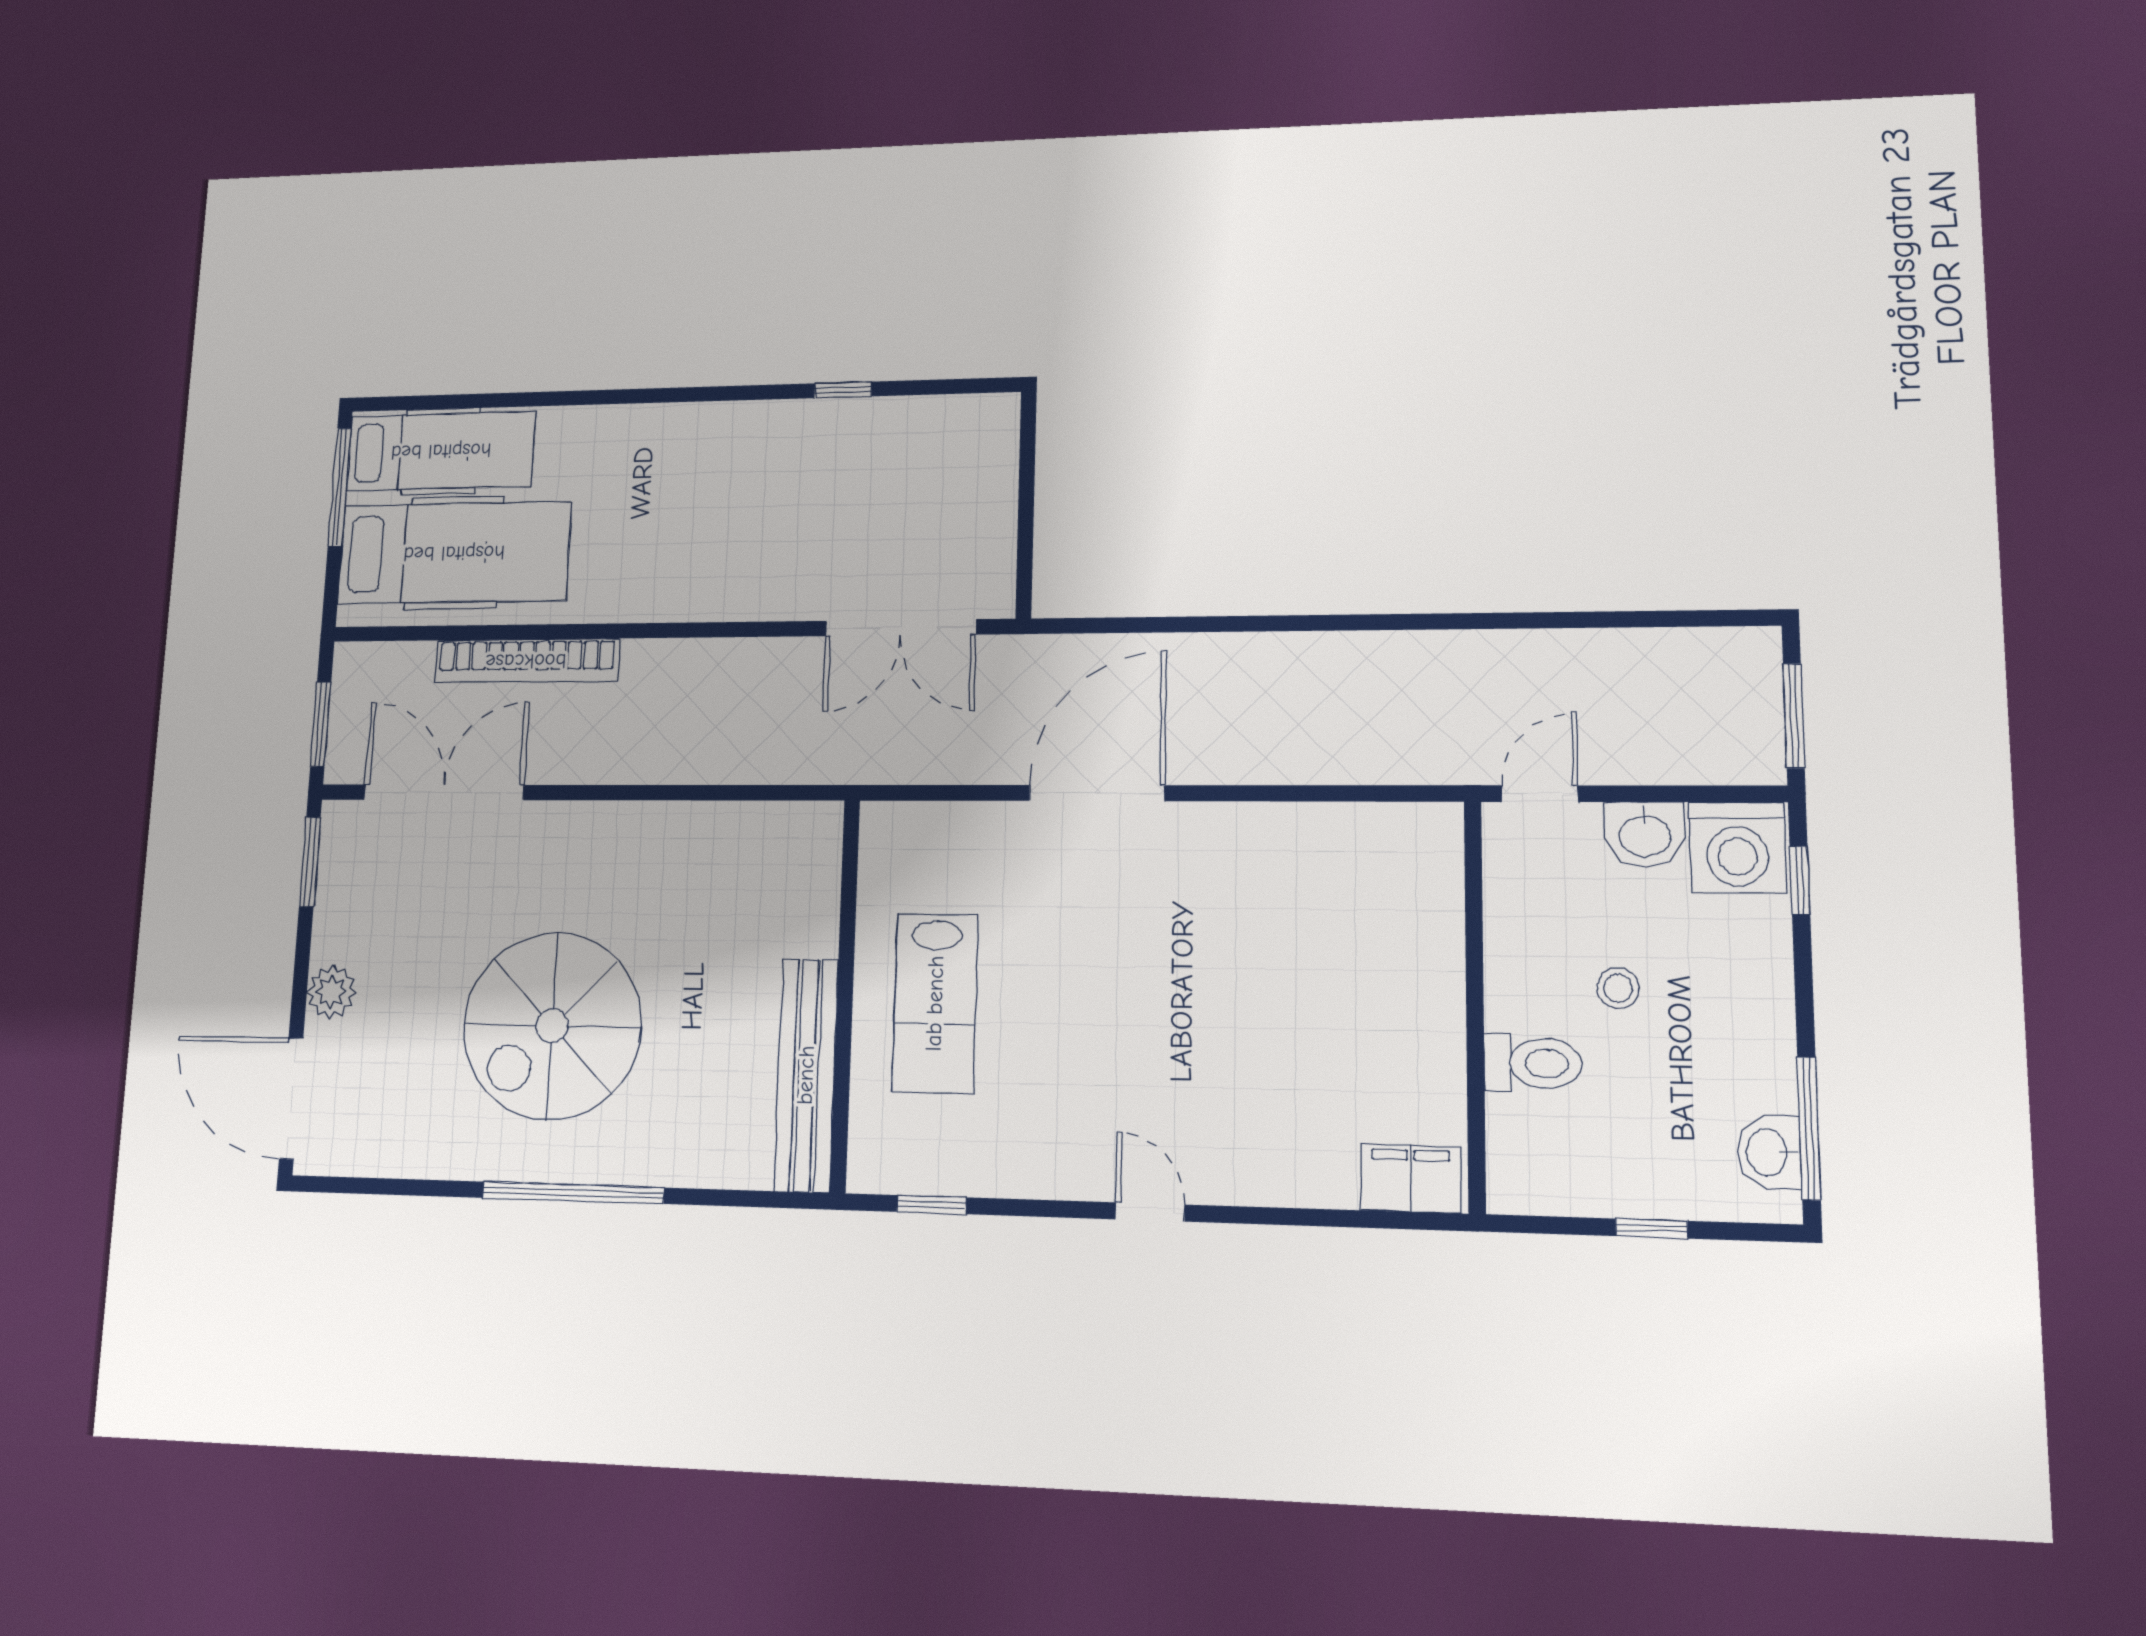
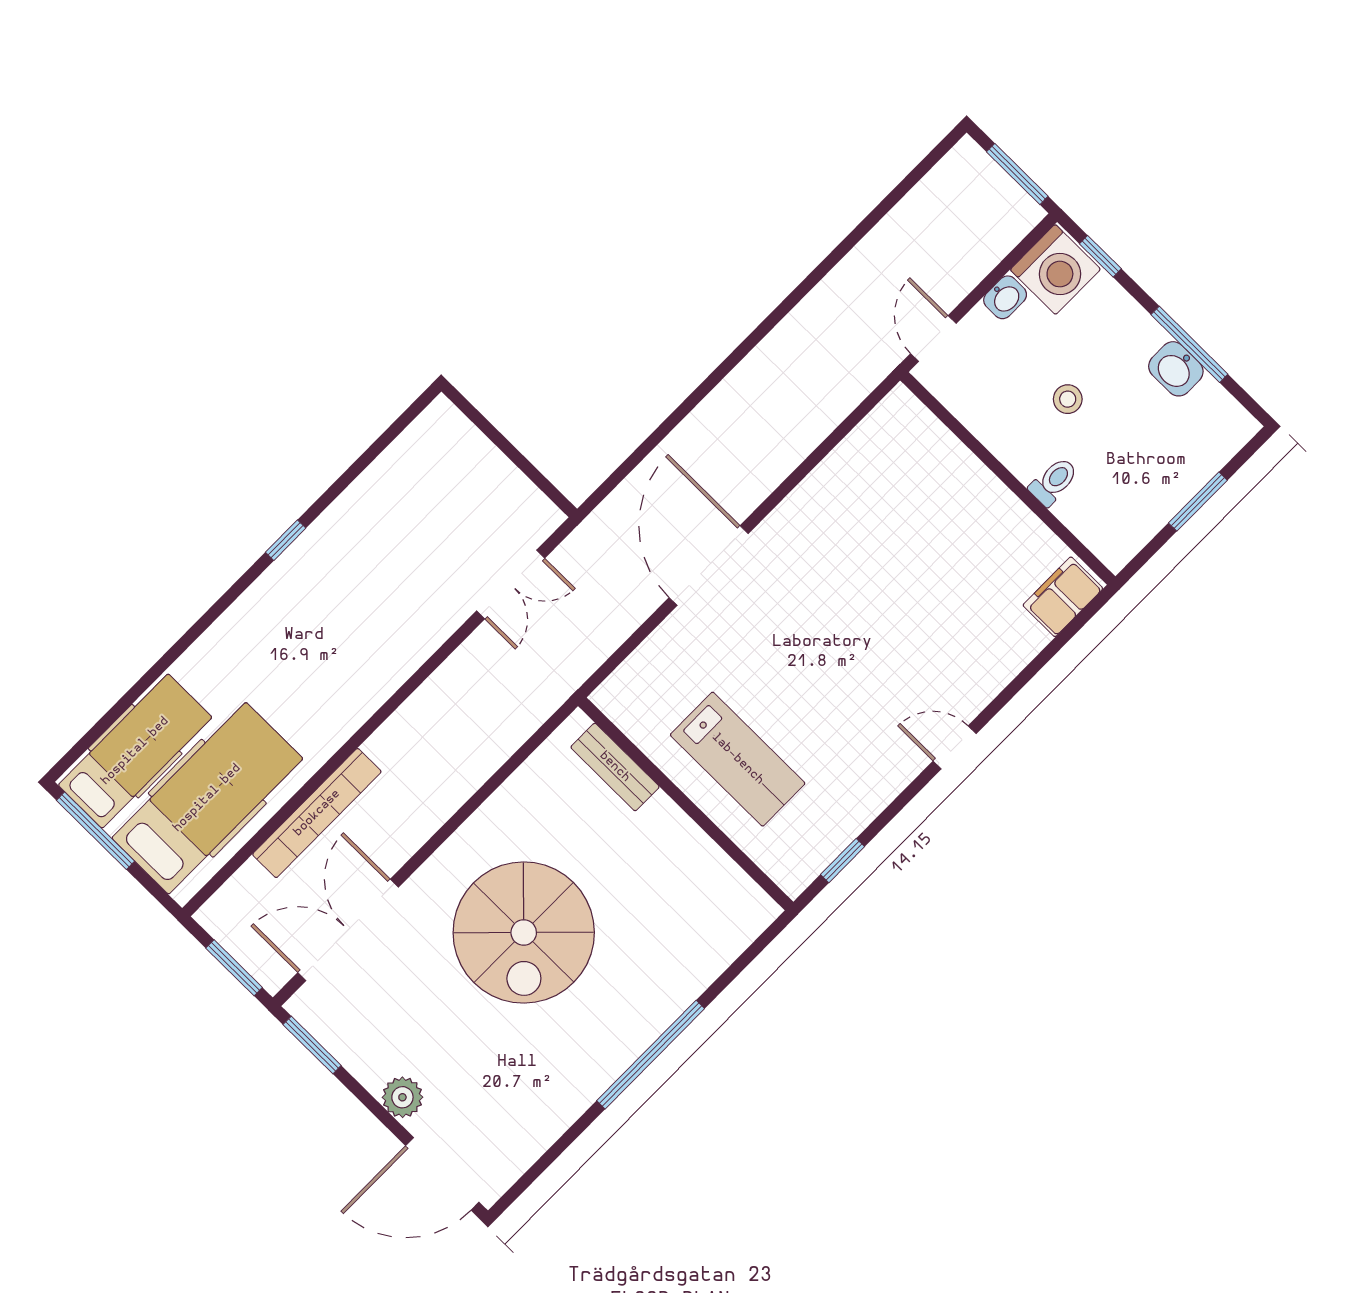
window: (843, 390) -> (286, 540), moved
double door: (901, 628) -> (511, 585), width x0.73
washbasin: (1645, 834) -> (1005, 297), width x0.72, depth x0.69
spiral stairs: (552, 1026) -> (524, 932), moved
toilet: (1533, 1063) -> (1054, 481), width x0.73, depth x0.72
bench: (806, 1075) -> (615, 767), moved, width x0.54, depth x0.82
window: (1809, 1128) -> (1189, 344), moved
washbasin: (1769, 1152) -> (1176, 369), moved
window: (1652, 1229) -> (1198, 502), width x1.50

